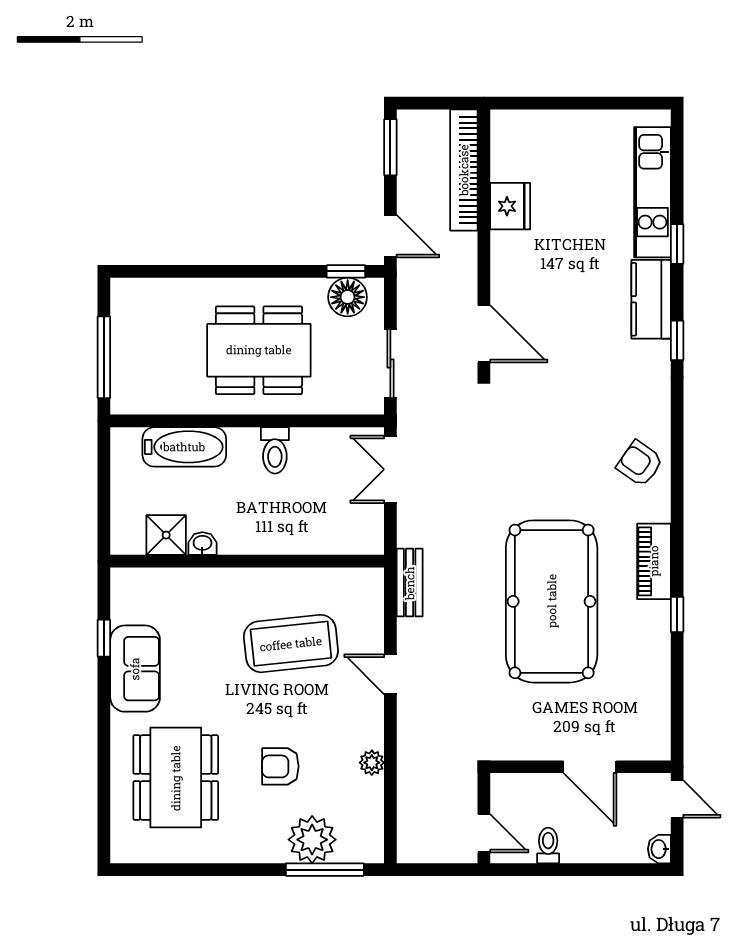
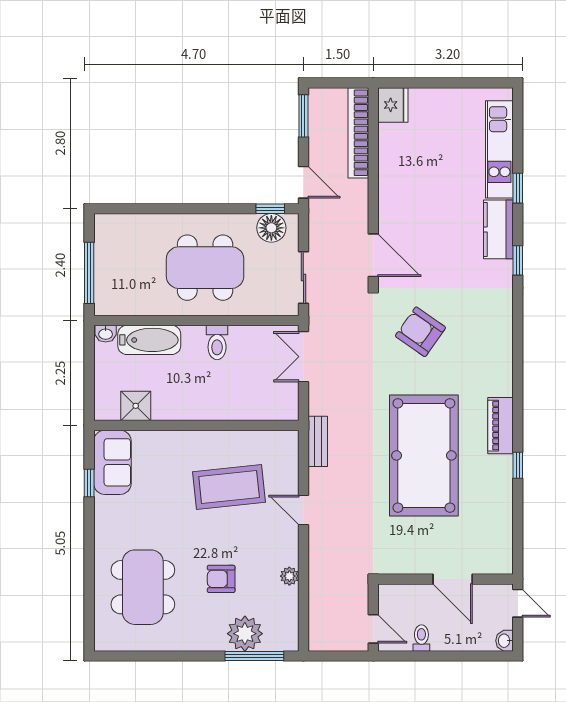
fridge: (510, 206) -> (393, 105), moved
armchair: (640, 464) -> (420, 332), moved, width x1.38, depth x1.38
washbasin: (202, 544) -> (106, 334), moved, turned 180
sofa: (135, 669) -> (112, 462), moved

